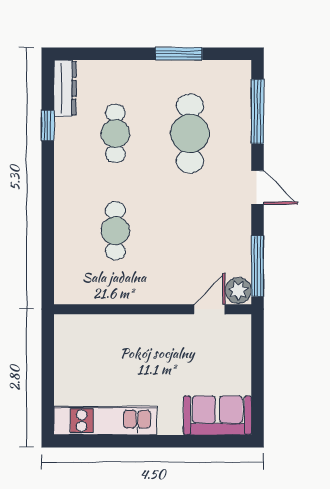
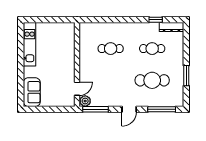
door: (210, 309) -> (77, 89), hinge flipped

